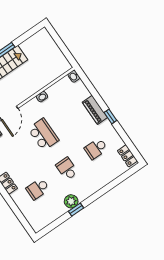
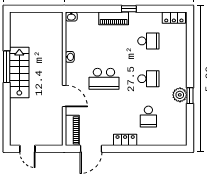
school desk: (43, 134) -> (104, 79), turned 180
school desk: (96, 149) -> (148, 41), turned -90
school desk: (67, 169) -> (148, 79), turned 180

